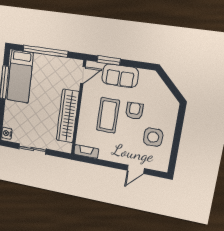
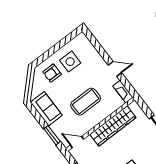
sofa: (120, 76) -> (46, 109), moved
armchair: (134, 111) -> (52, 73), moved
door: (136, 169) -> (115, 69), moved

